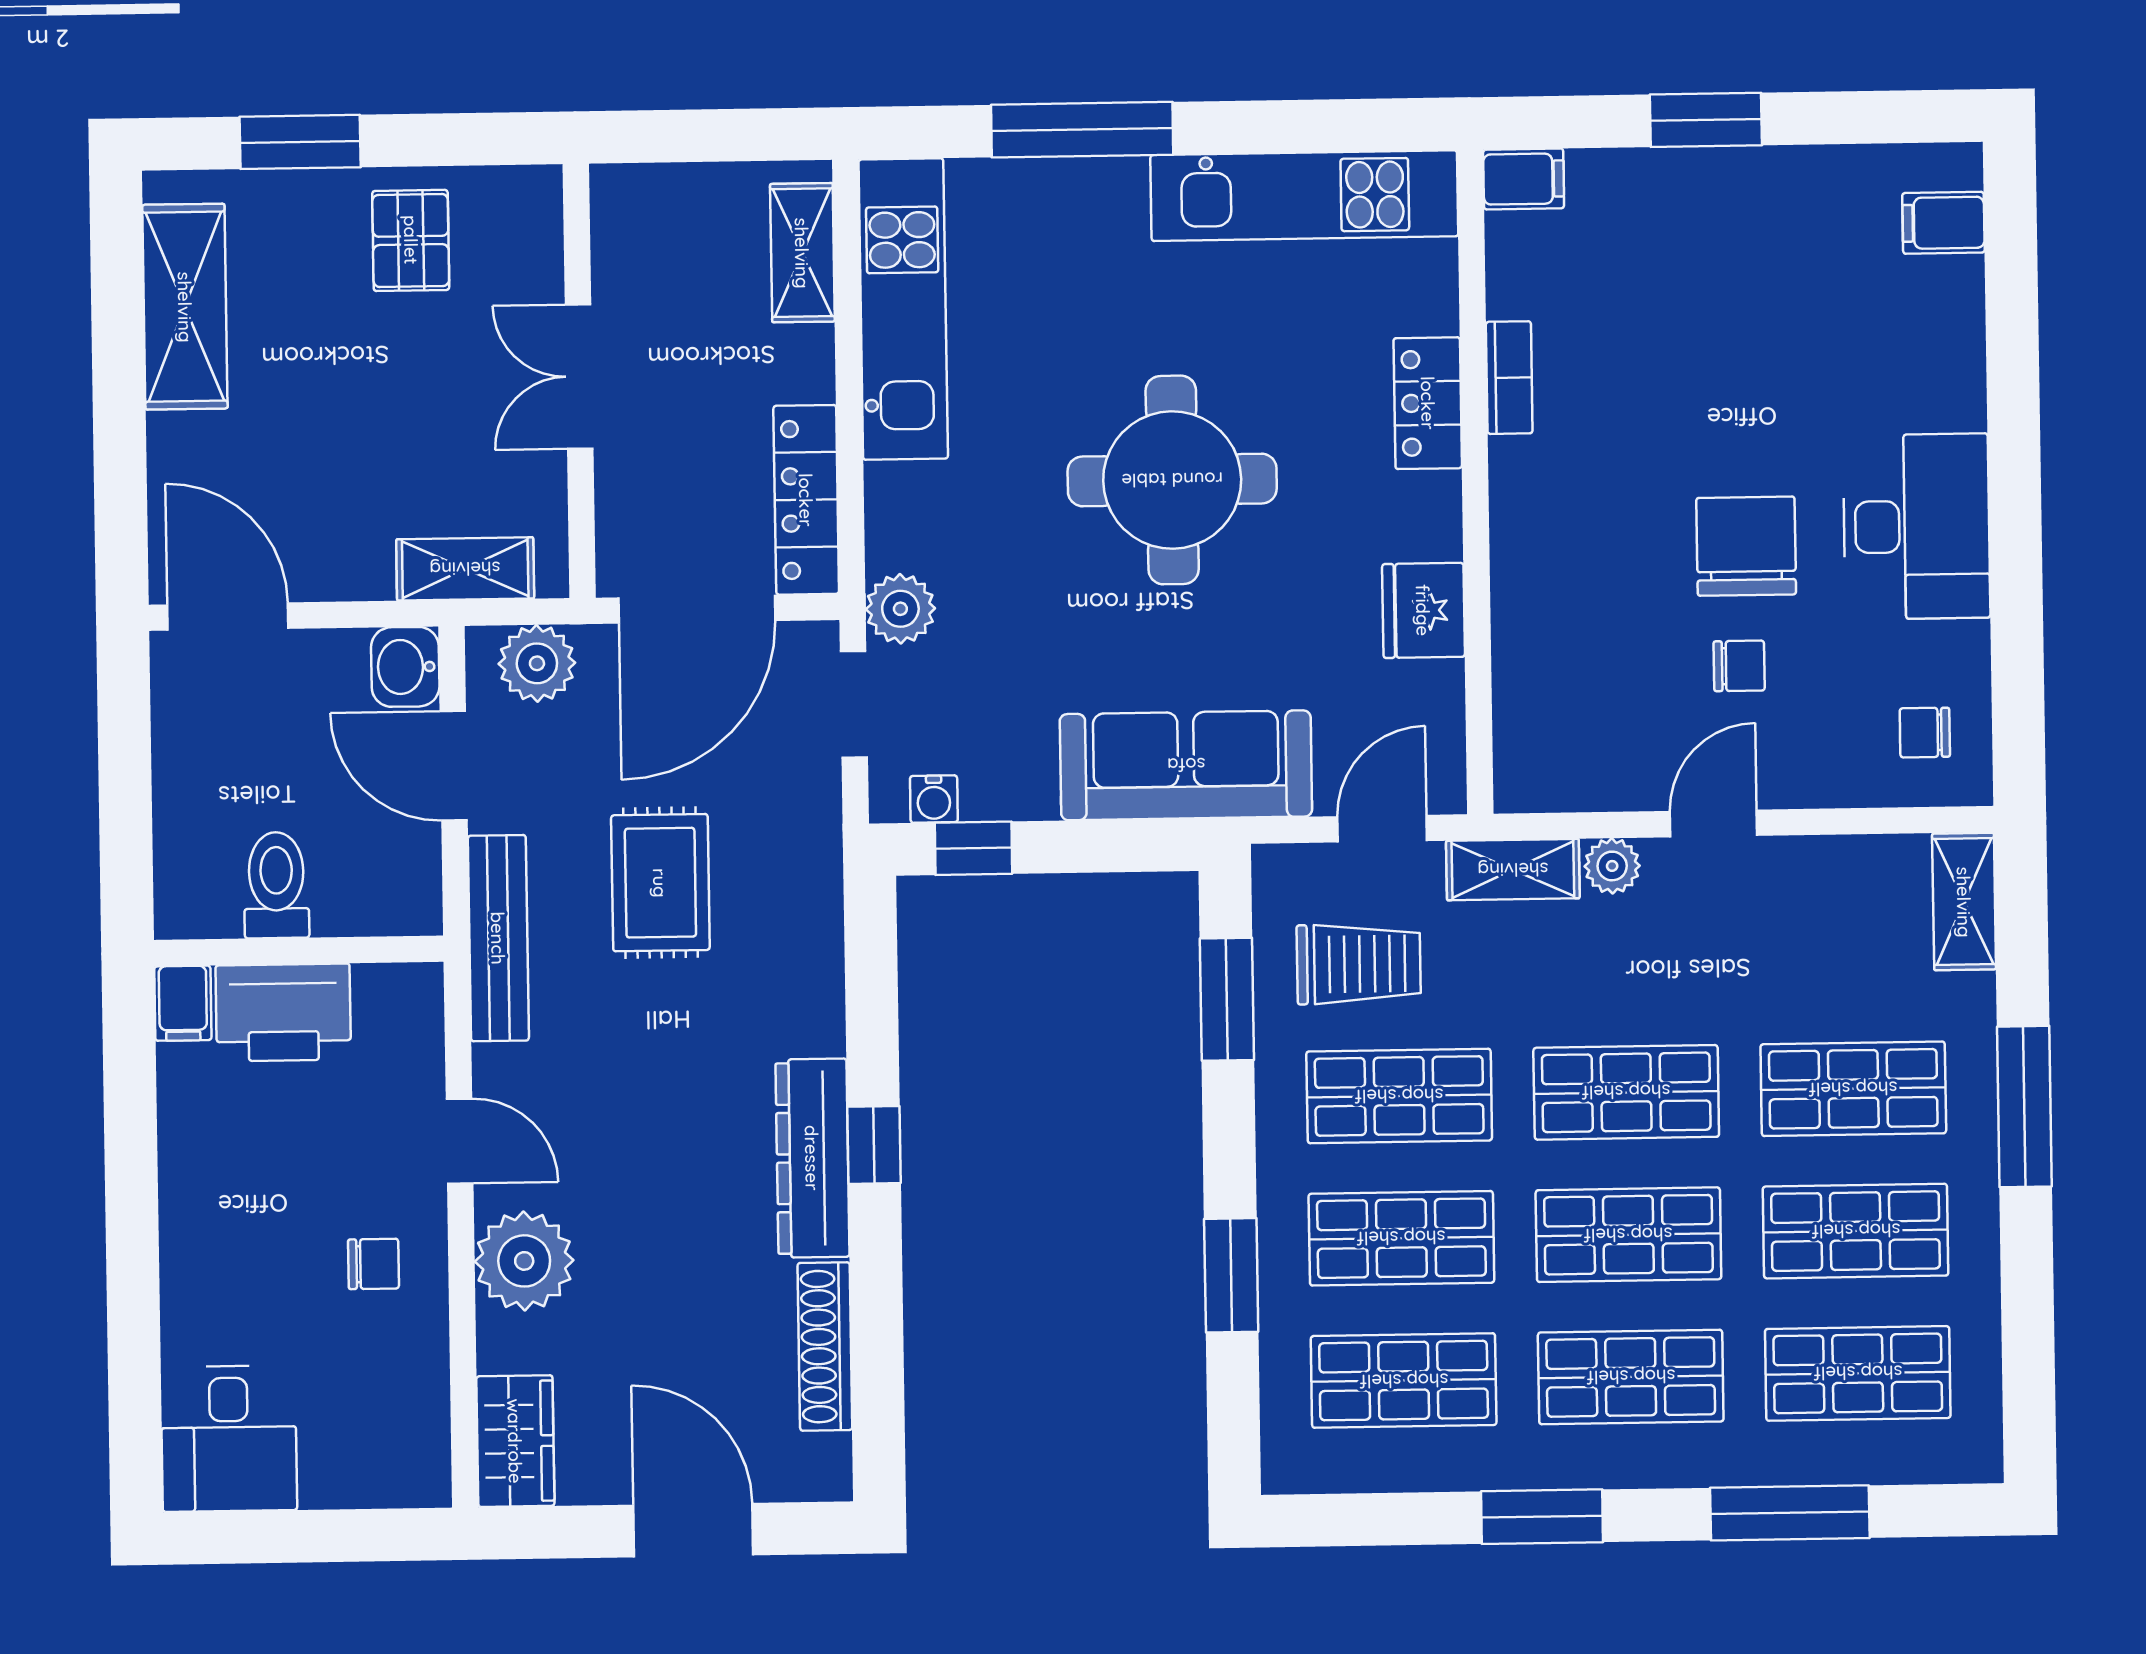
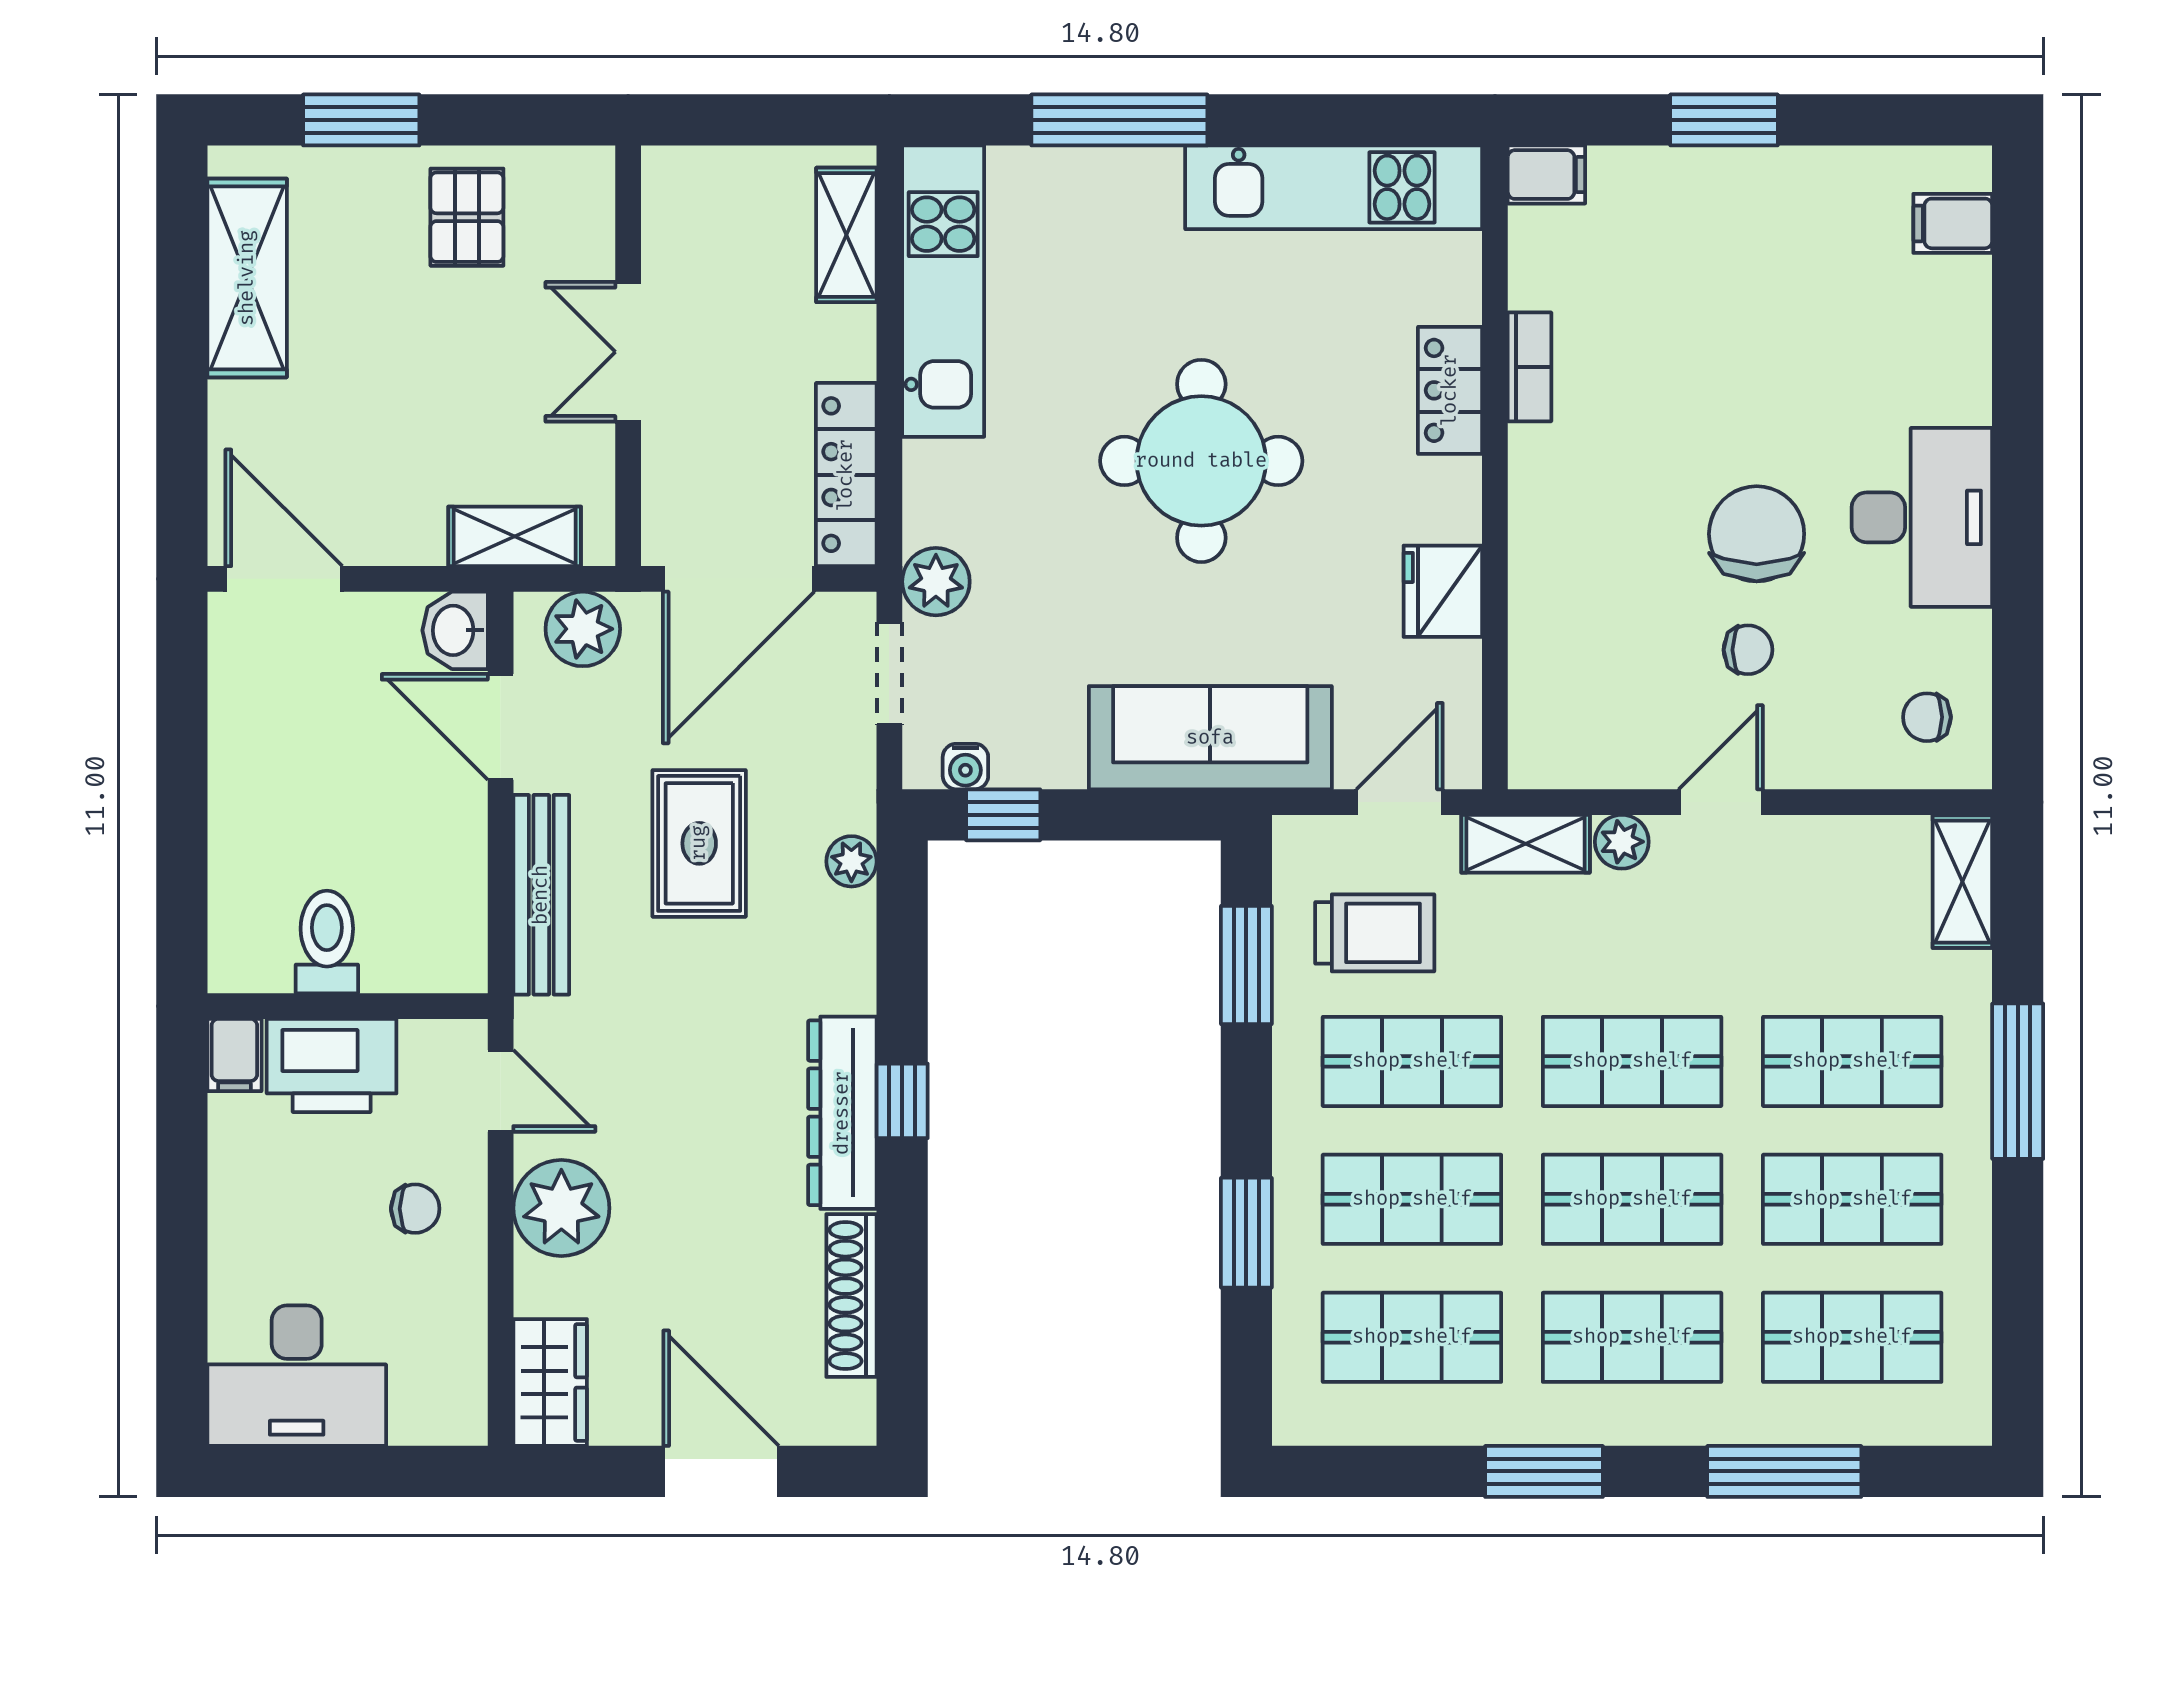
toilet: (276, 885) -> (327, 942), moved
plant: (818, 899) -> (851, 861), added
wall: (299, 951) -> (348, 1006), moved
filing cabinet: (183, 1003) -> (234, 1055), moved
printer: (283, 1012) -> (332, 1065), moved
desk: (229, 1439) -> (297, 1376), width x1.37

